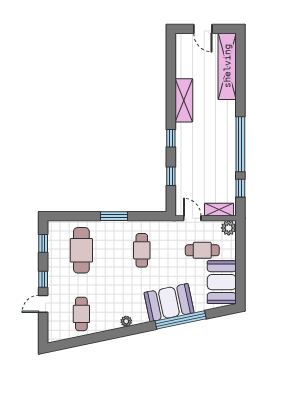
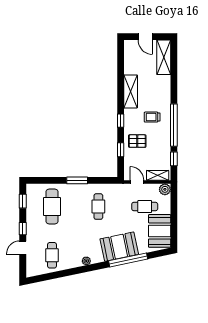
shelving: (227, 66) -> (164, 57), width x0.68
trolley: (212, 134) -> (152, 117), added
pallet: (193, 165) -> (137, 141), added

